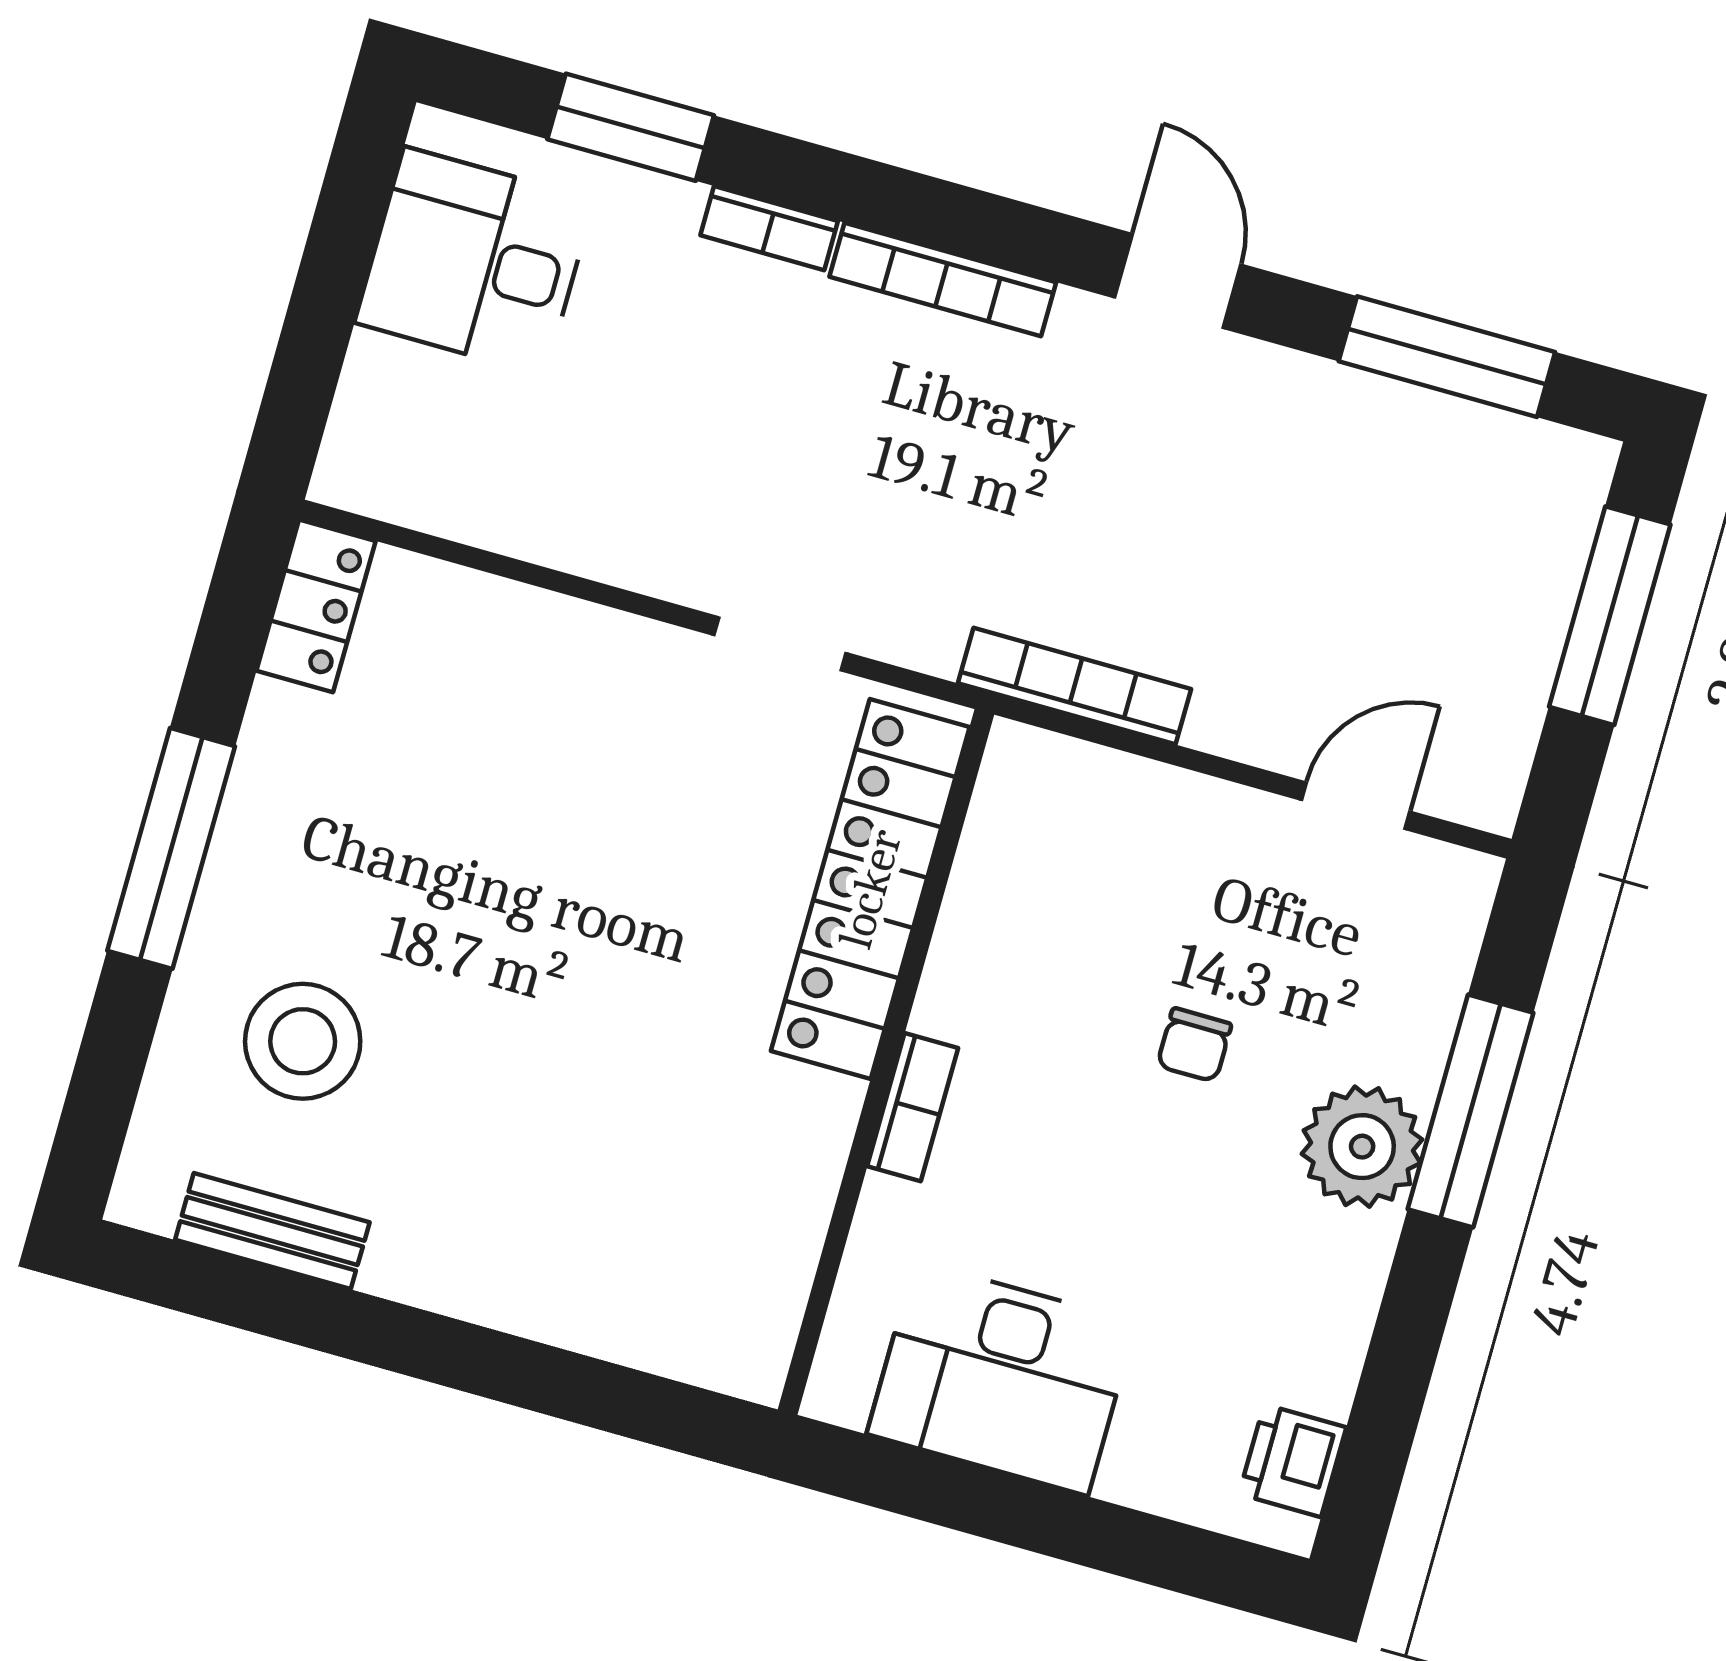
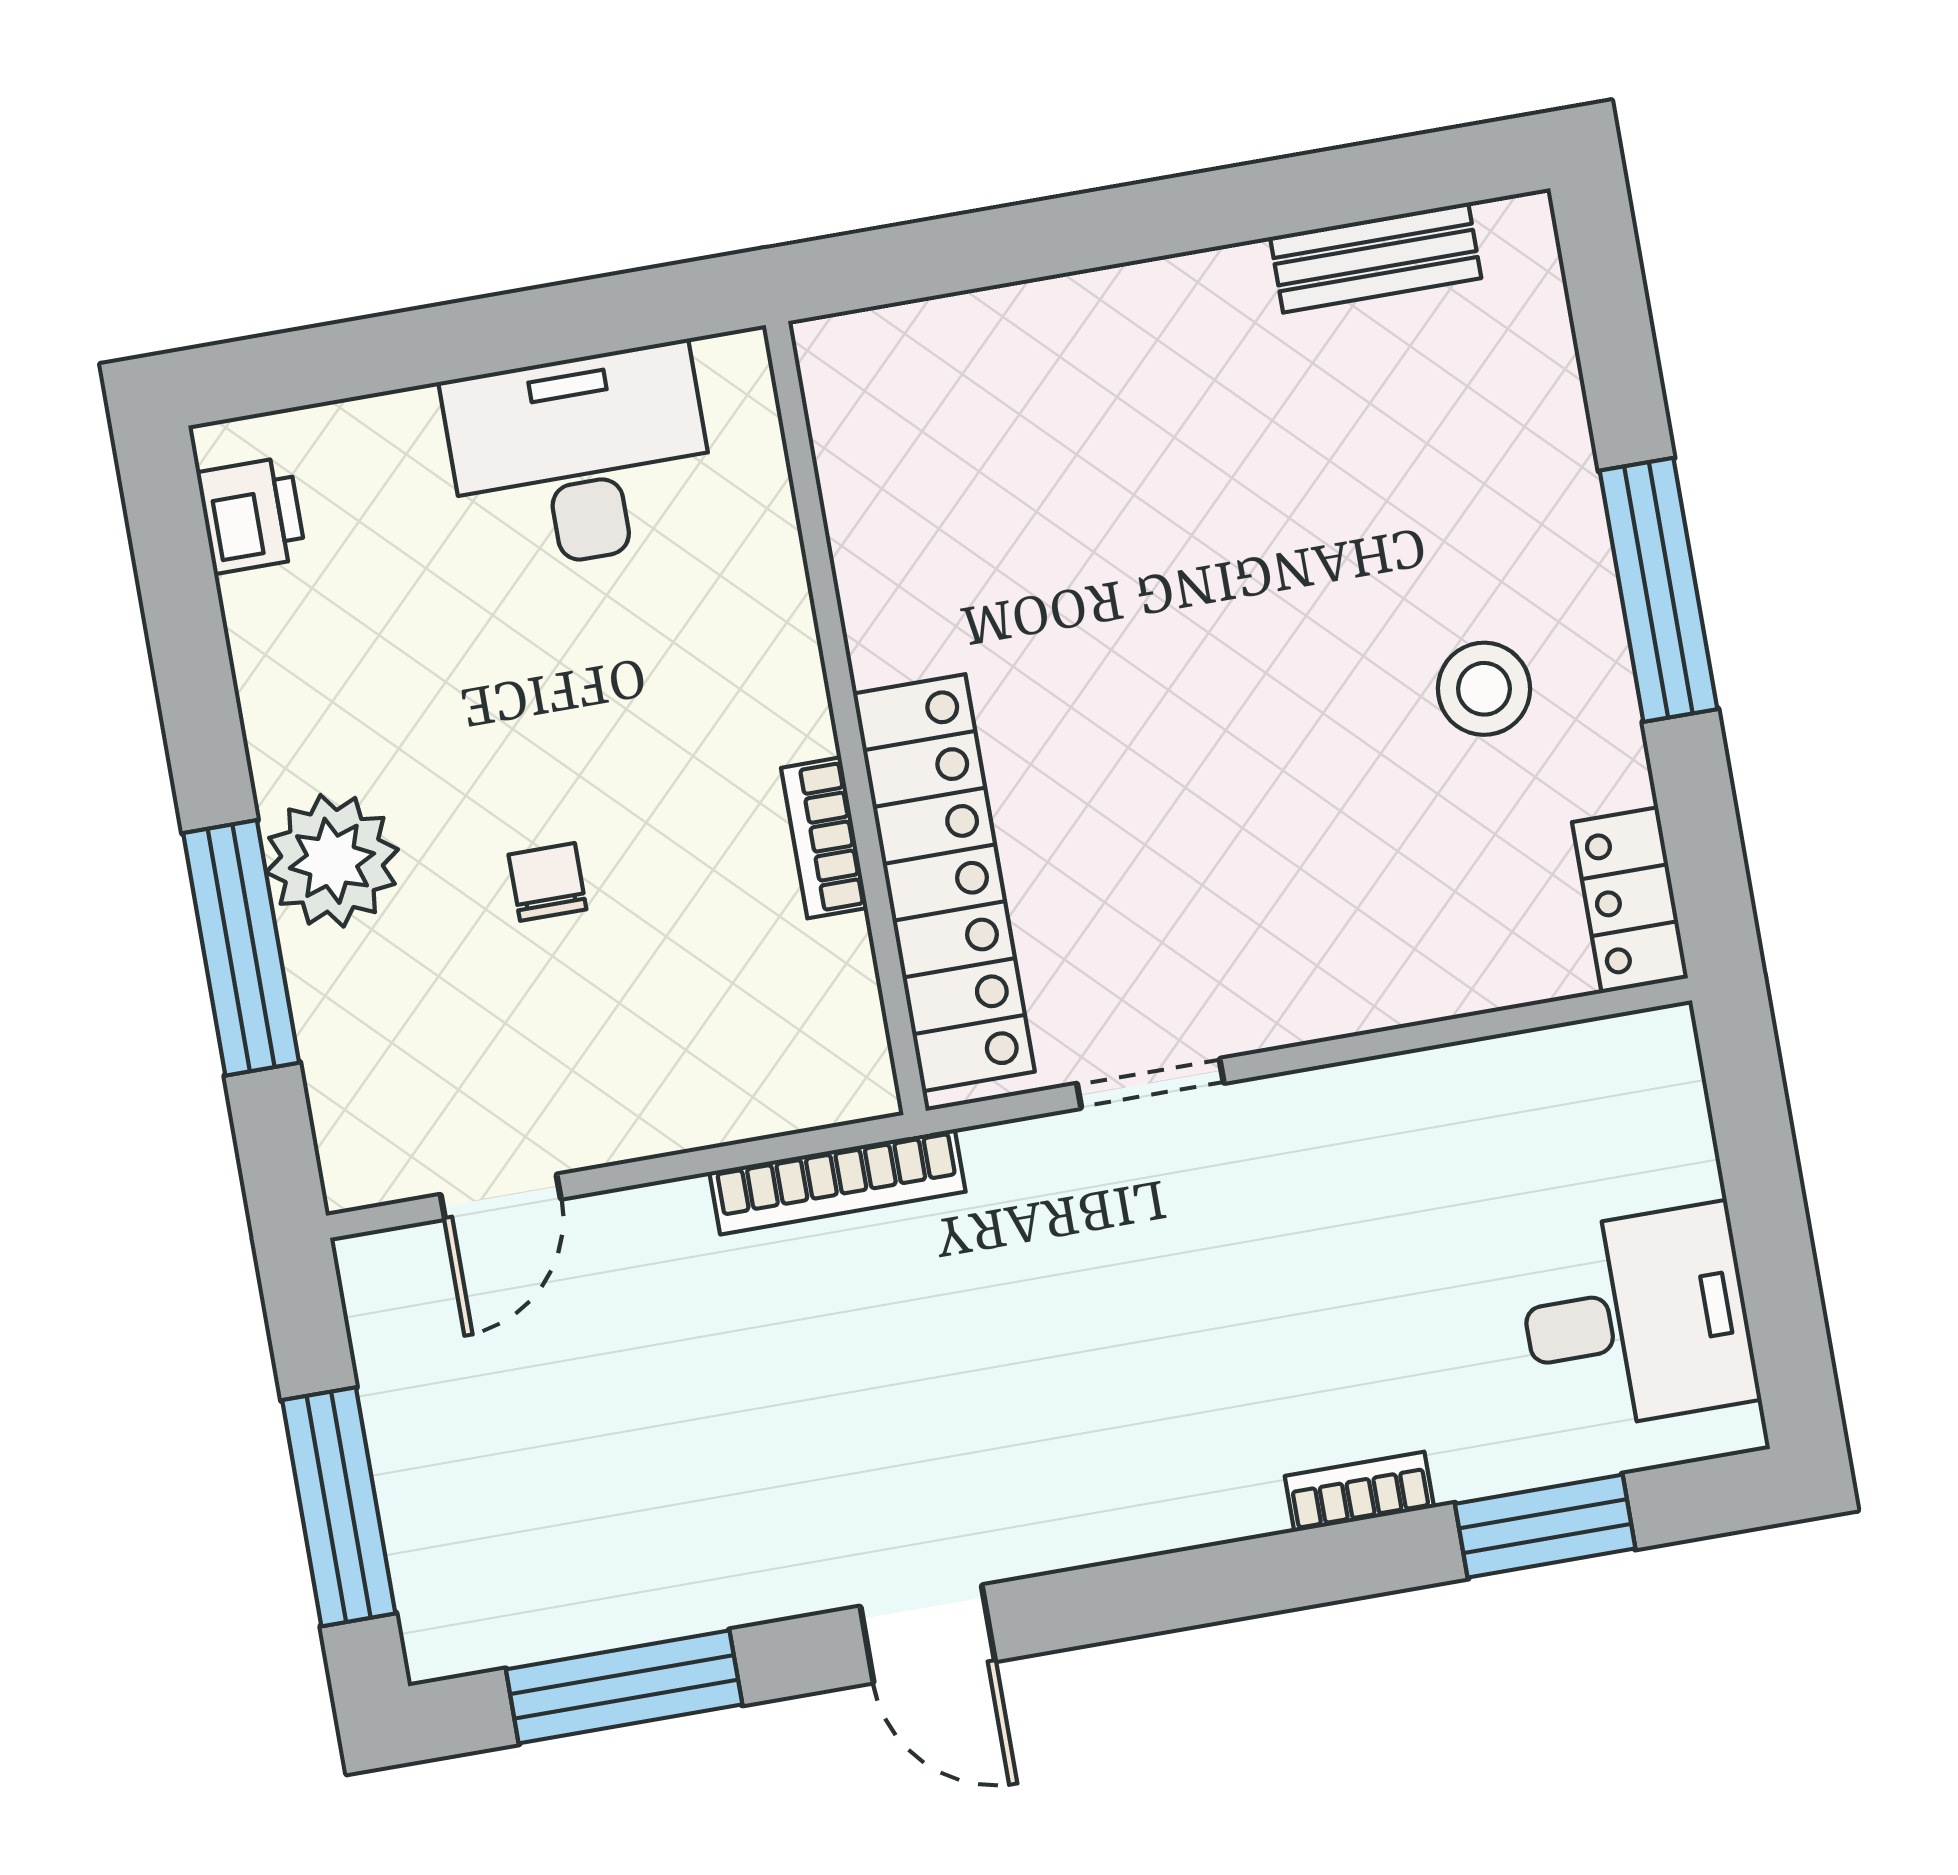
bookcase: (943, 279) -> (1162, 1523), removed
stool: (303, 1041) -> (1484, 689), moved, width x0.73, depth x0.73
bookcase: (913, 1107) -> (824, 838), moved

